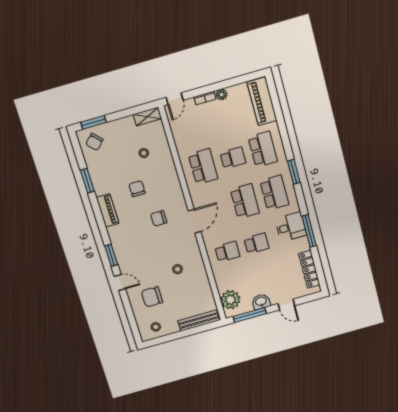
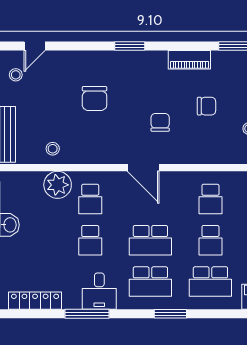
school desk: (203, 167) -> (210, 199), width x0.54
stool: (178, 269) -> (53, 149), moved
door: (120, 283) -> (35, 46), moved
chair: (152, 297) -> (95, 98), moved, turned 180
plant: (230, 300) -> (58, 185), moved

